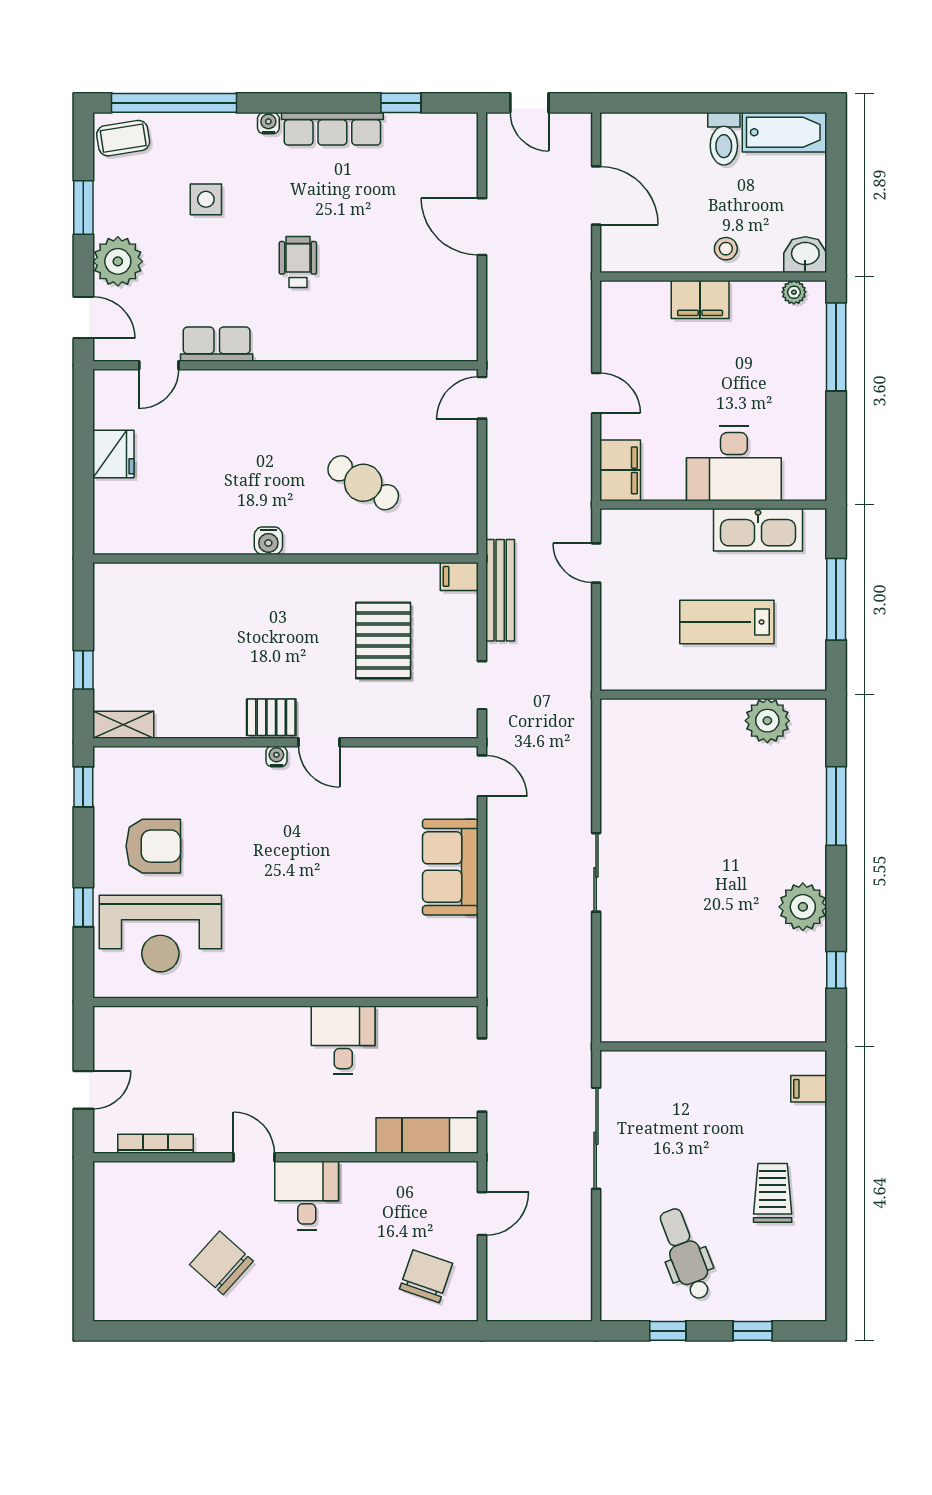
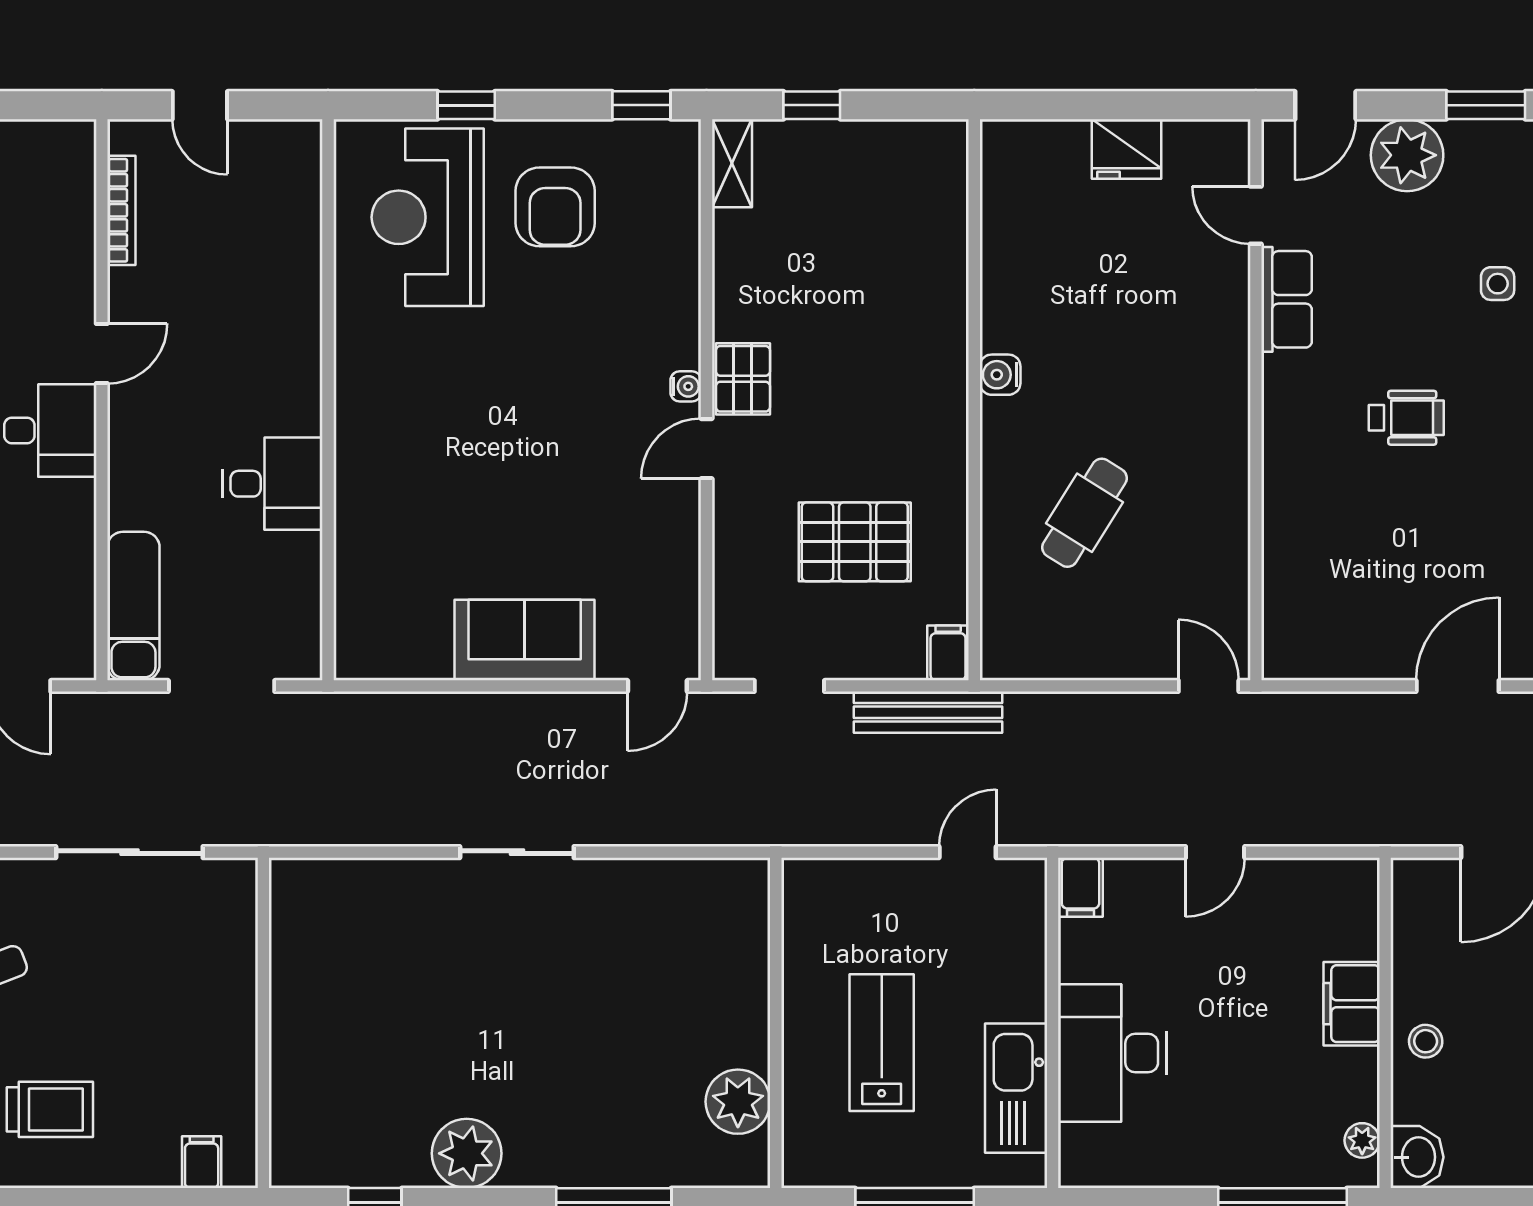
side table: (206, 199) -> (1498, 284), width x0.73, depth x0.73
filing cabinet: (620, 470) -> (1080, 887), width x0.50

